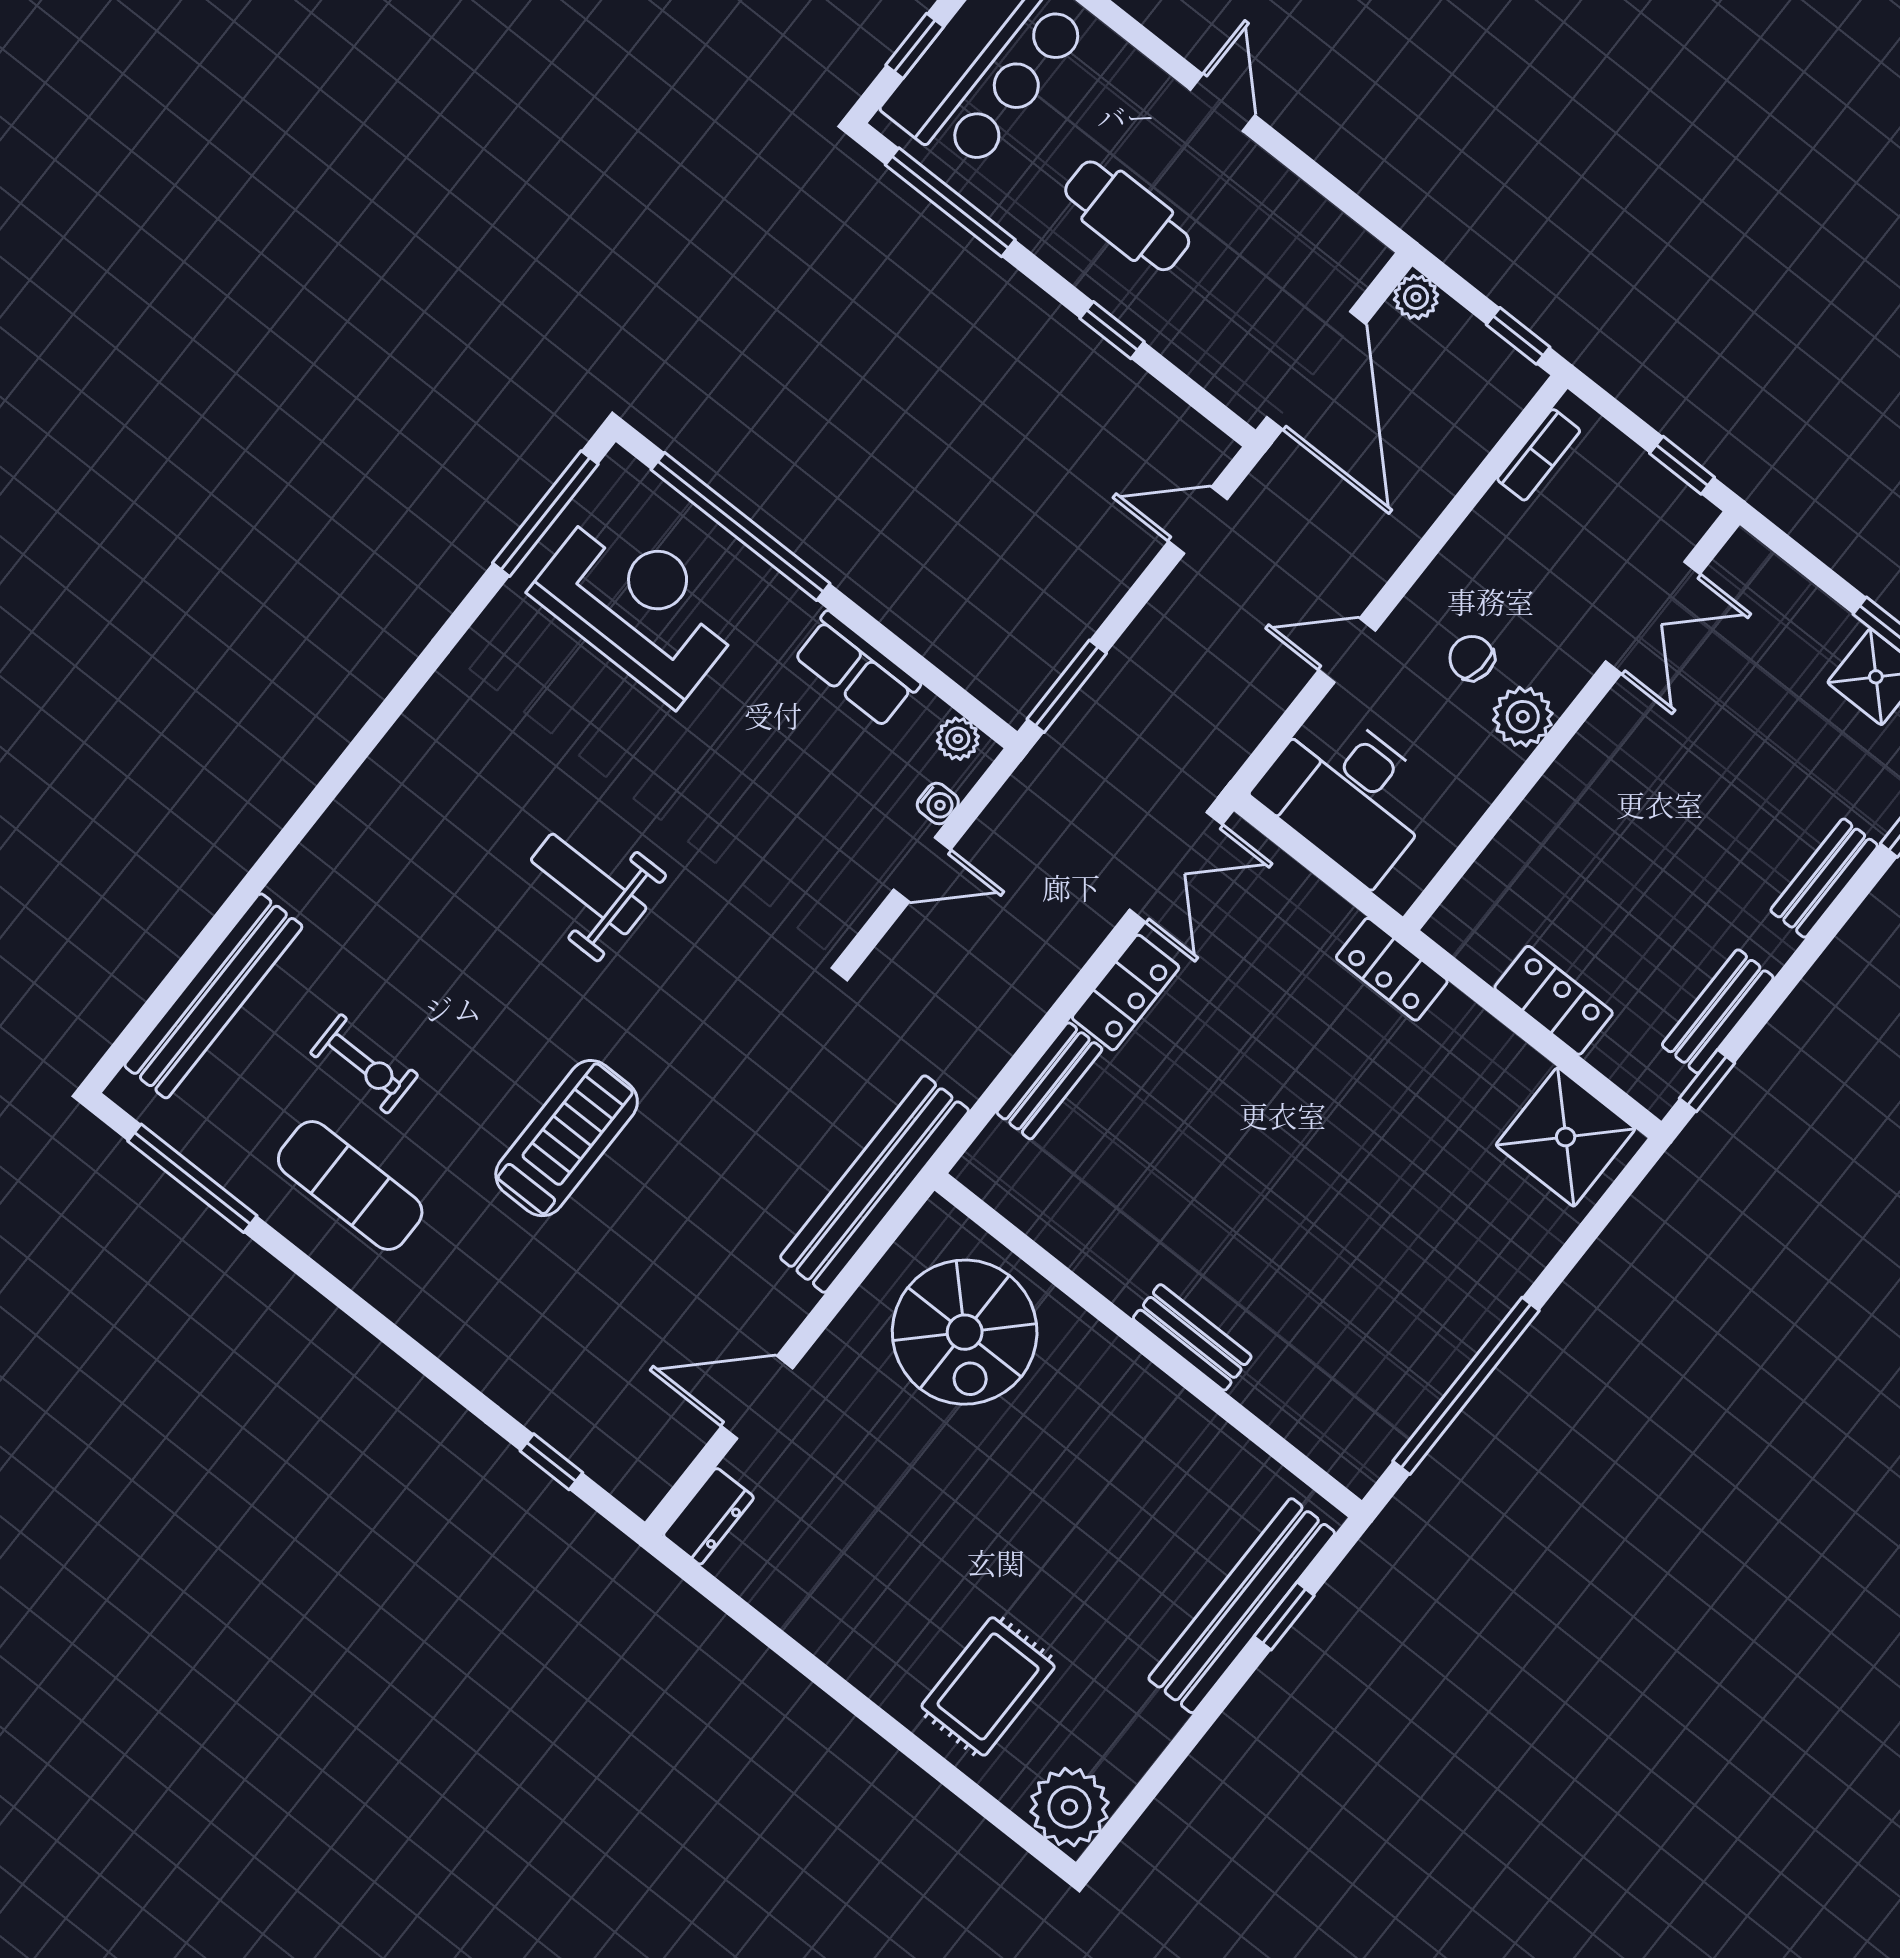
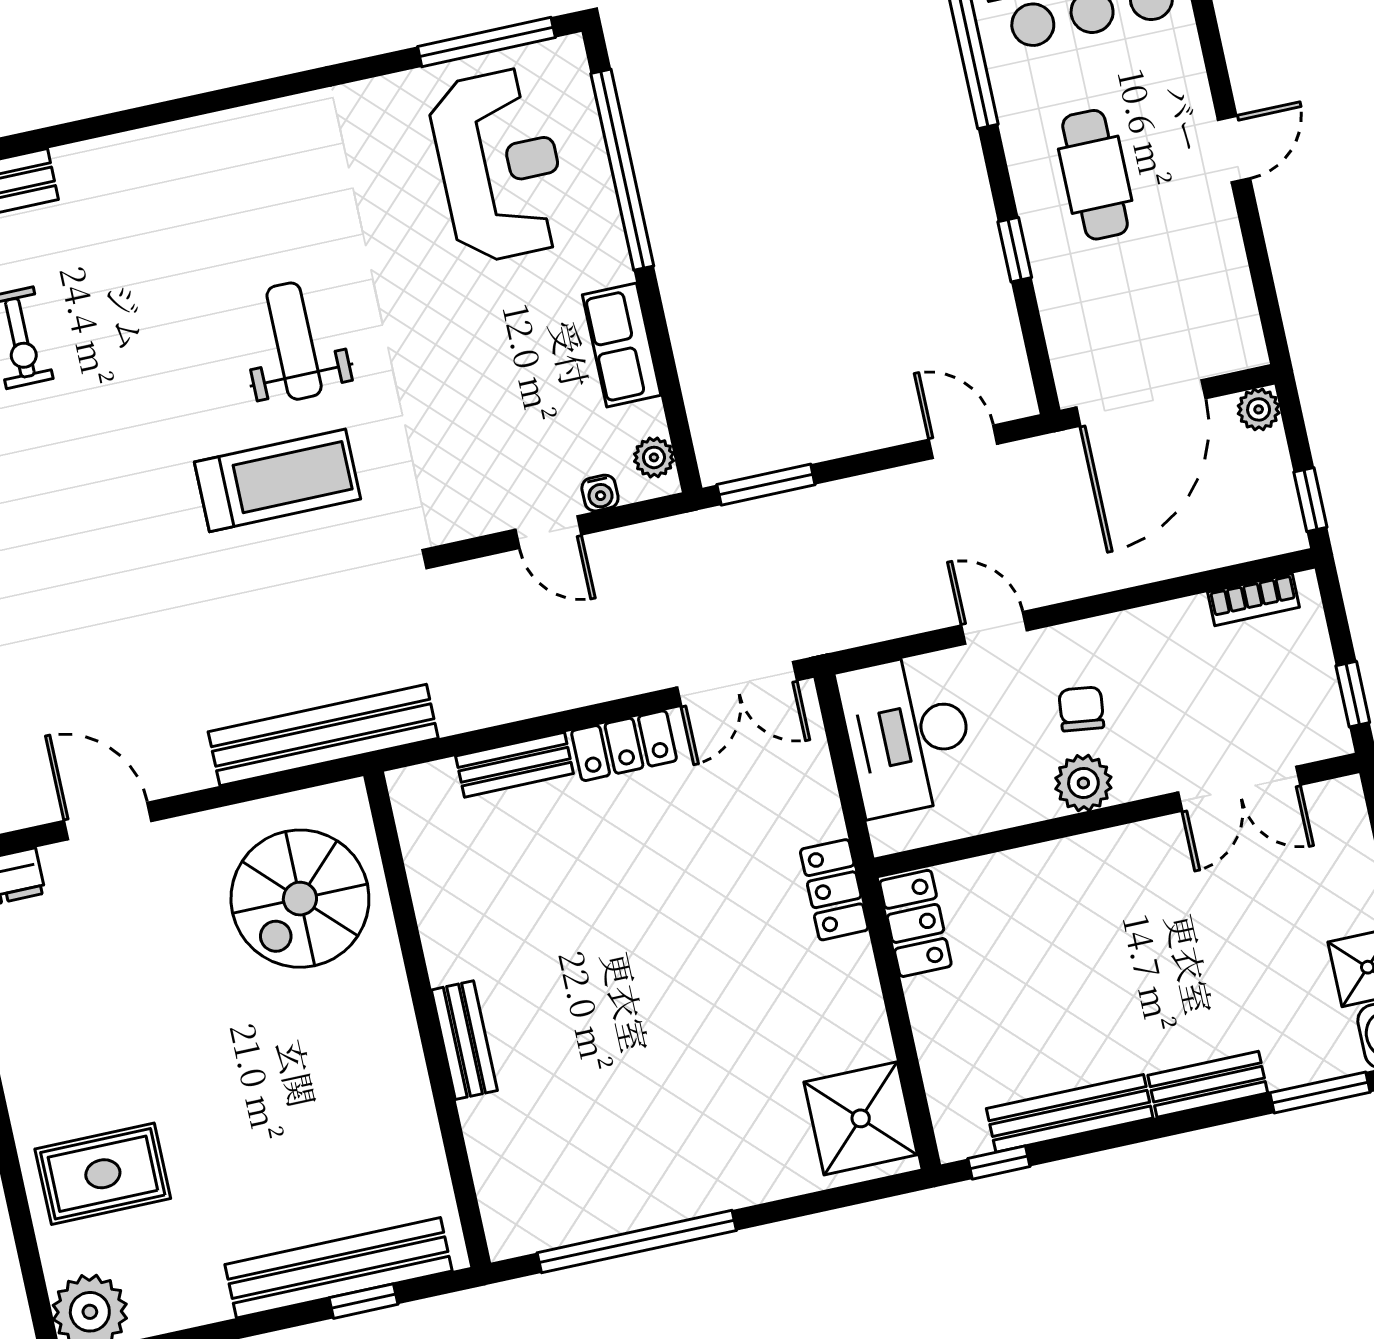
locker: (1554, 1000) -> (915, 923), moved
bench: (1718, 1011) -> (1070, 1113), width x1.36
treadmill: (567, 1138) -> (277, 480), moved

